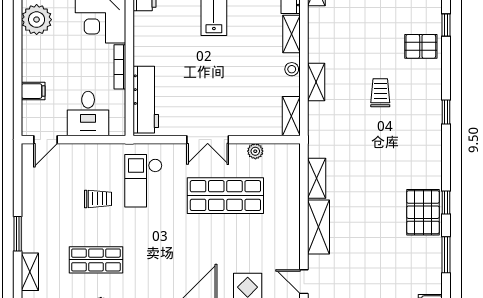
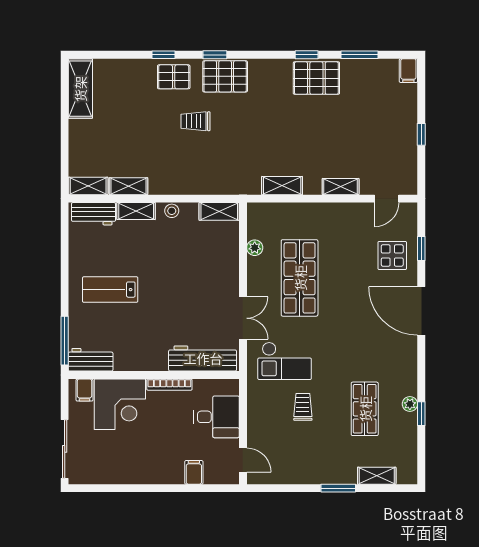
plant: (37, 20) -> (121, 469), removed
window: (446, 25) -> (164, 55), moved
pallet: (421, 46) -> (174, 77), moved, turned 90
shelving: (316, 82) -> (128, 186), moved
pallet: (425, 122) -> (225, 76), added
double door: (208, 140) -> (243, 318), moved
shelving: (318, 227) -> (341, 187), width x0.67, depth x0.75

